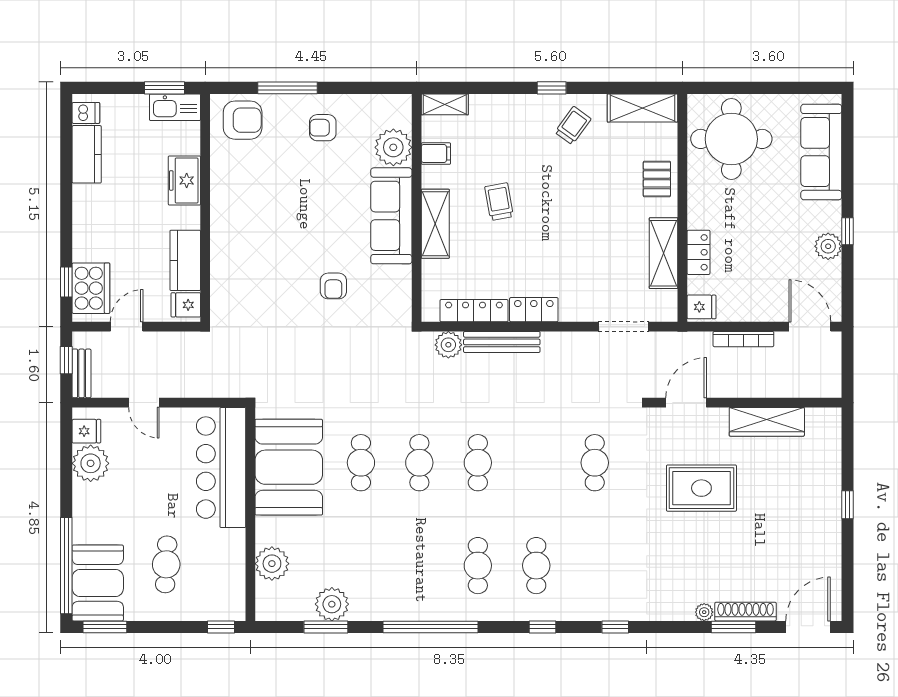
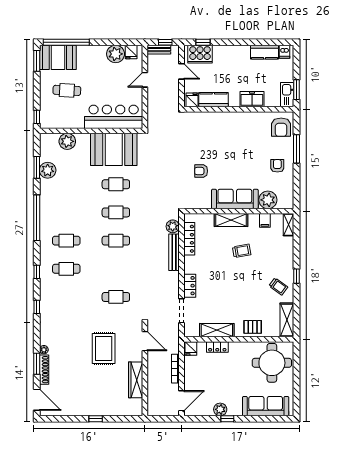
locker: (534, 310) -> (190, 286), moved

